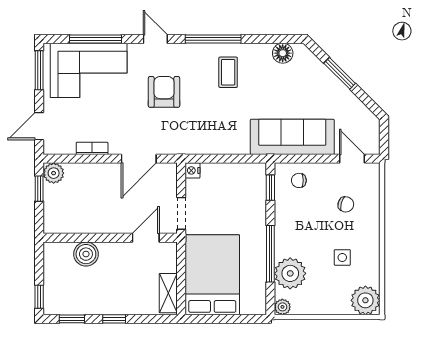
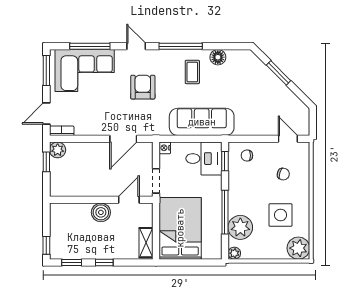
floor lamp: (283, 53) -> (218, 57), moved
sofa: (292, 137) -> (202, 122), moved
bookcase: (92, 148) -> (62, 131), moved
desk: (243, 184) -> (204, 159), added
boiler: (86, 254) -> (101, 212), moved
side table: (342, 257) -> (281, 215), width x1.87, depth x1.87

